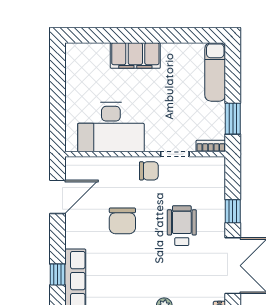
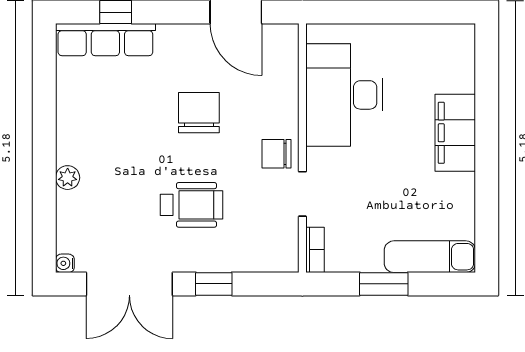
window: (233, 119) -> (384, 284), moved
chair: (149, 171) -> (276, 154), turned 90
chair: (122, 221) -> (199, 113), turned 90

